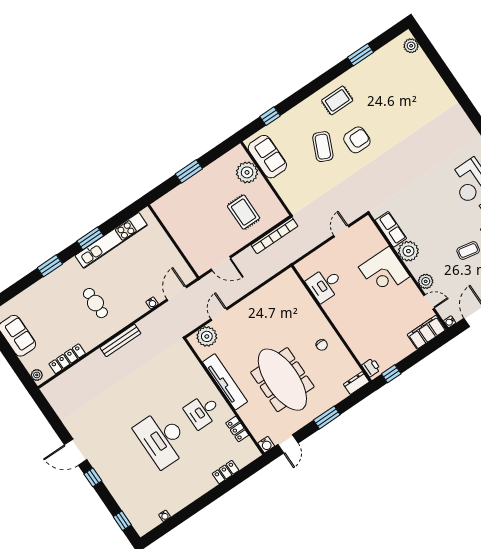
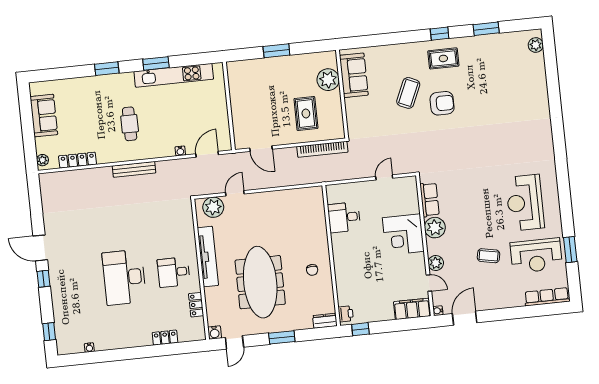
window: (270, 116) -> (440, 34), moved

